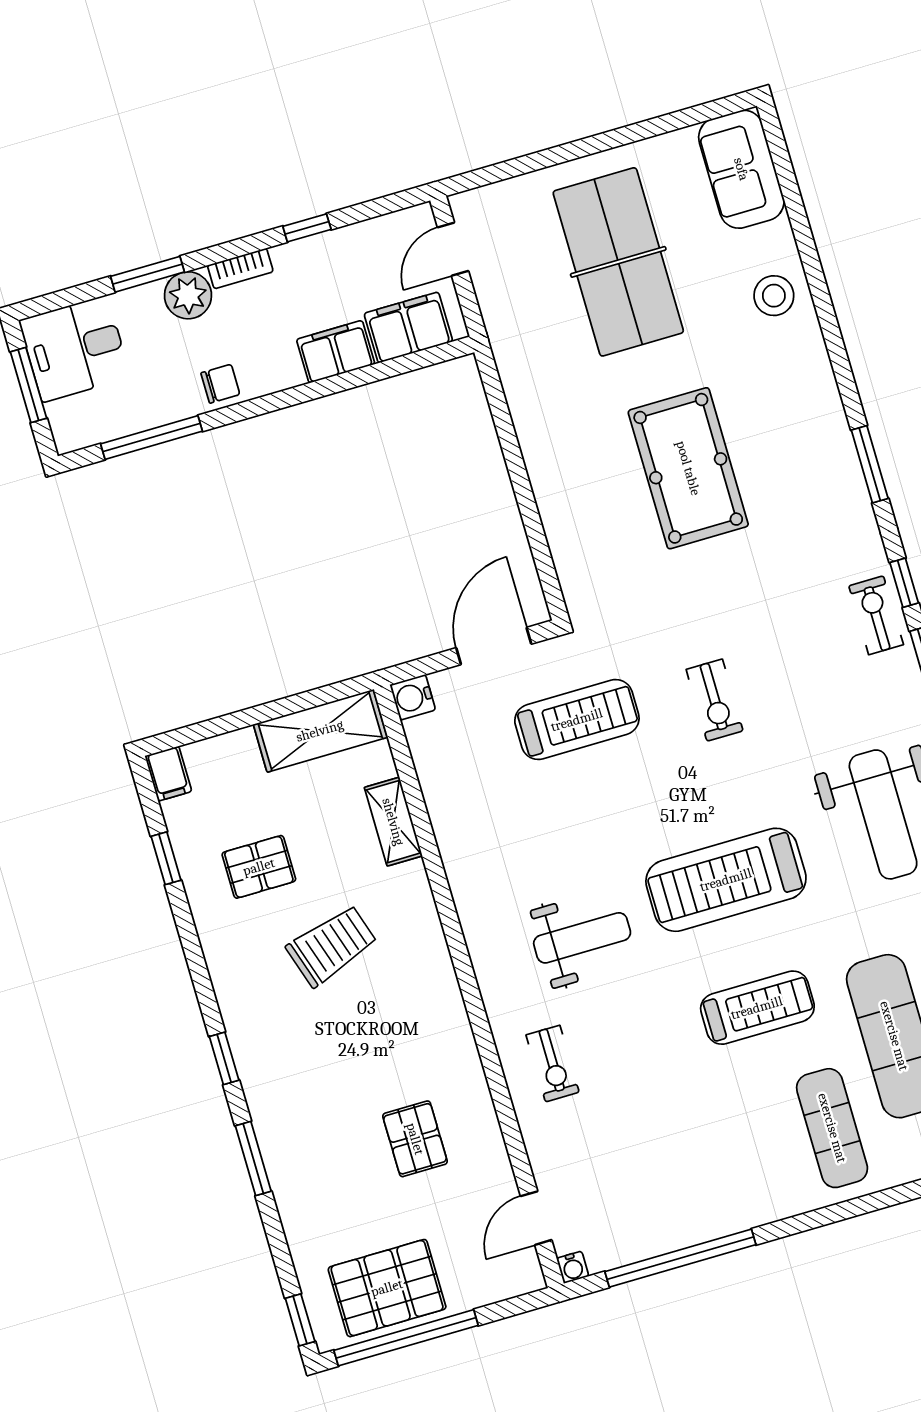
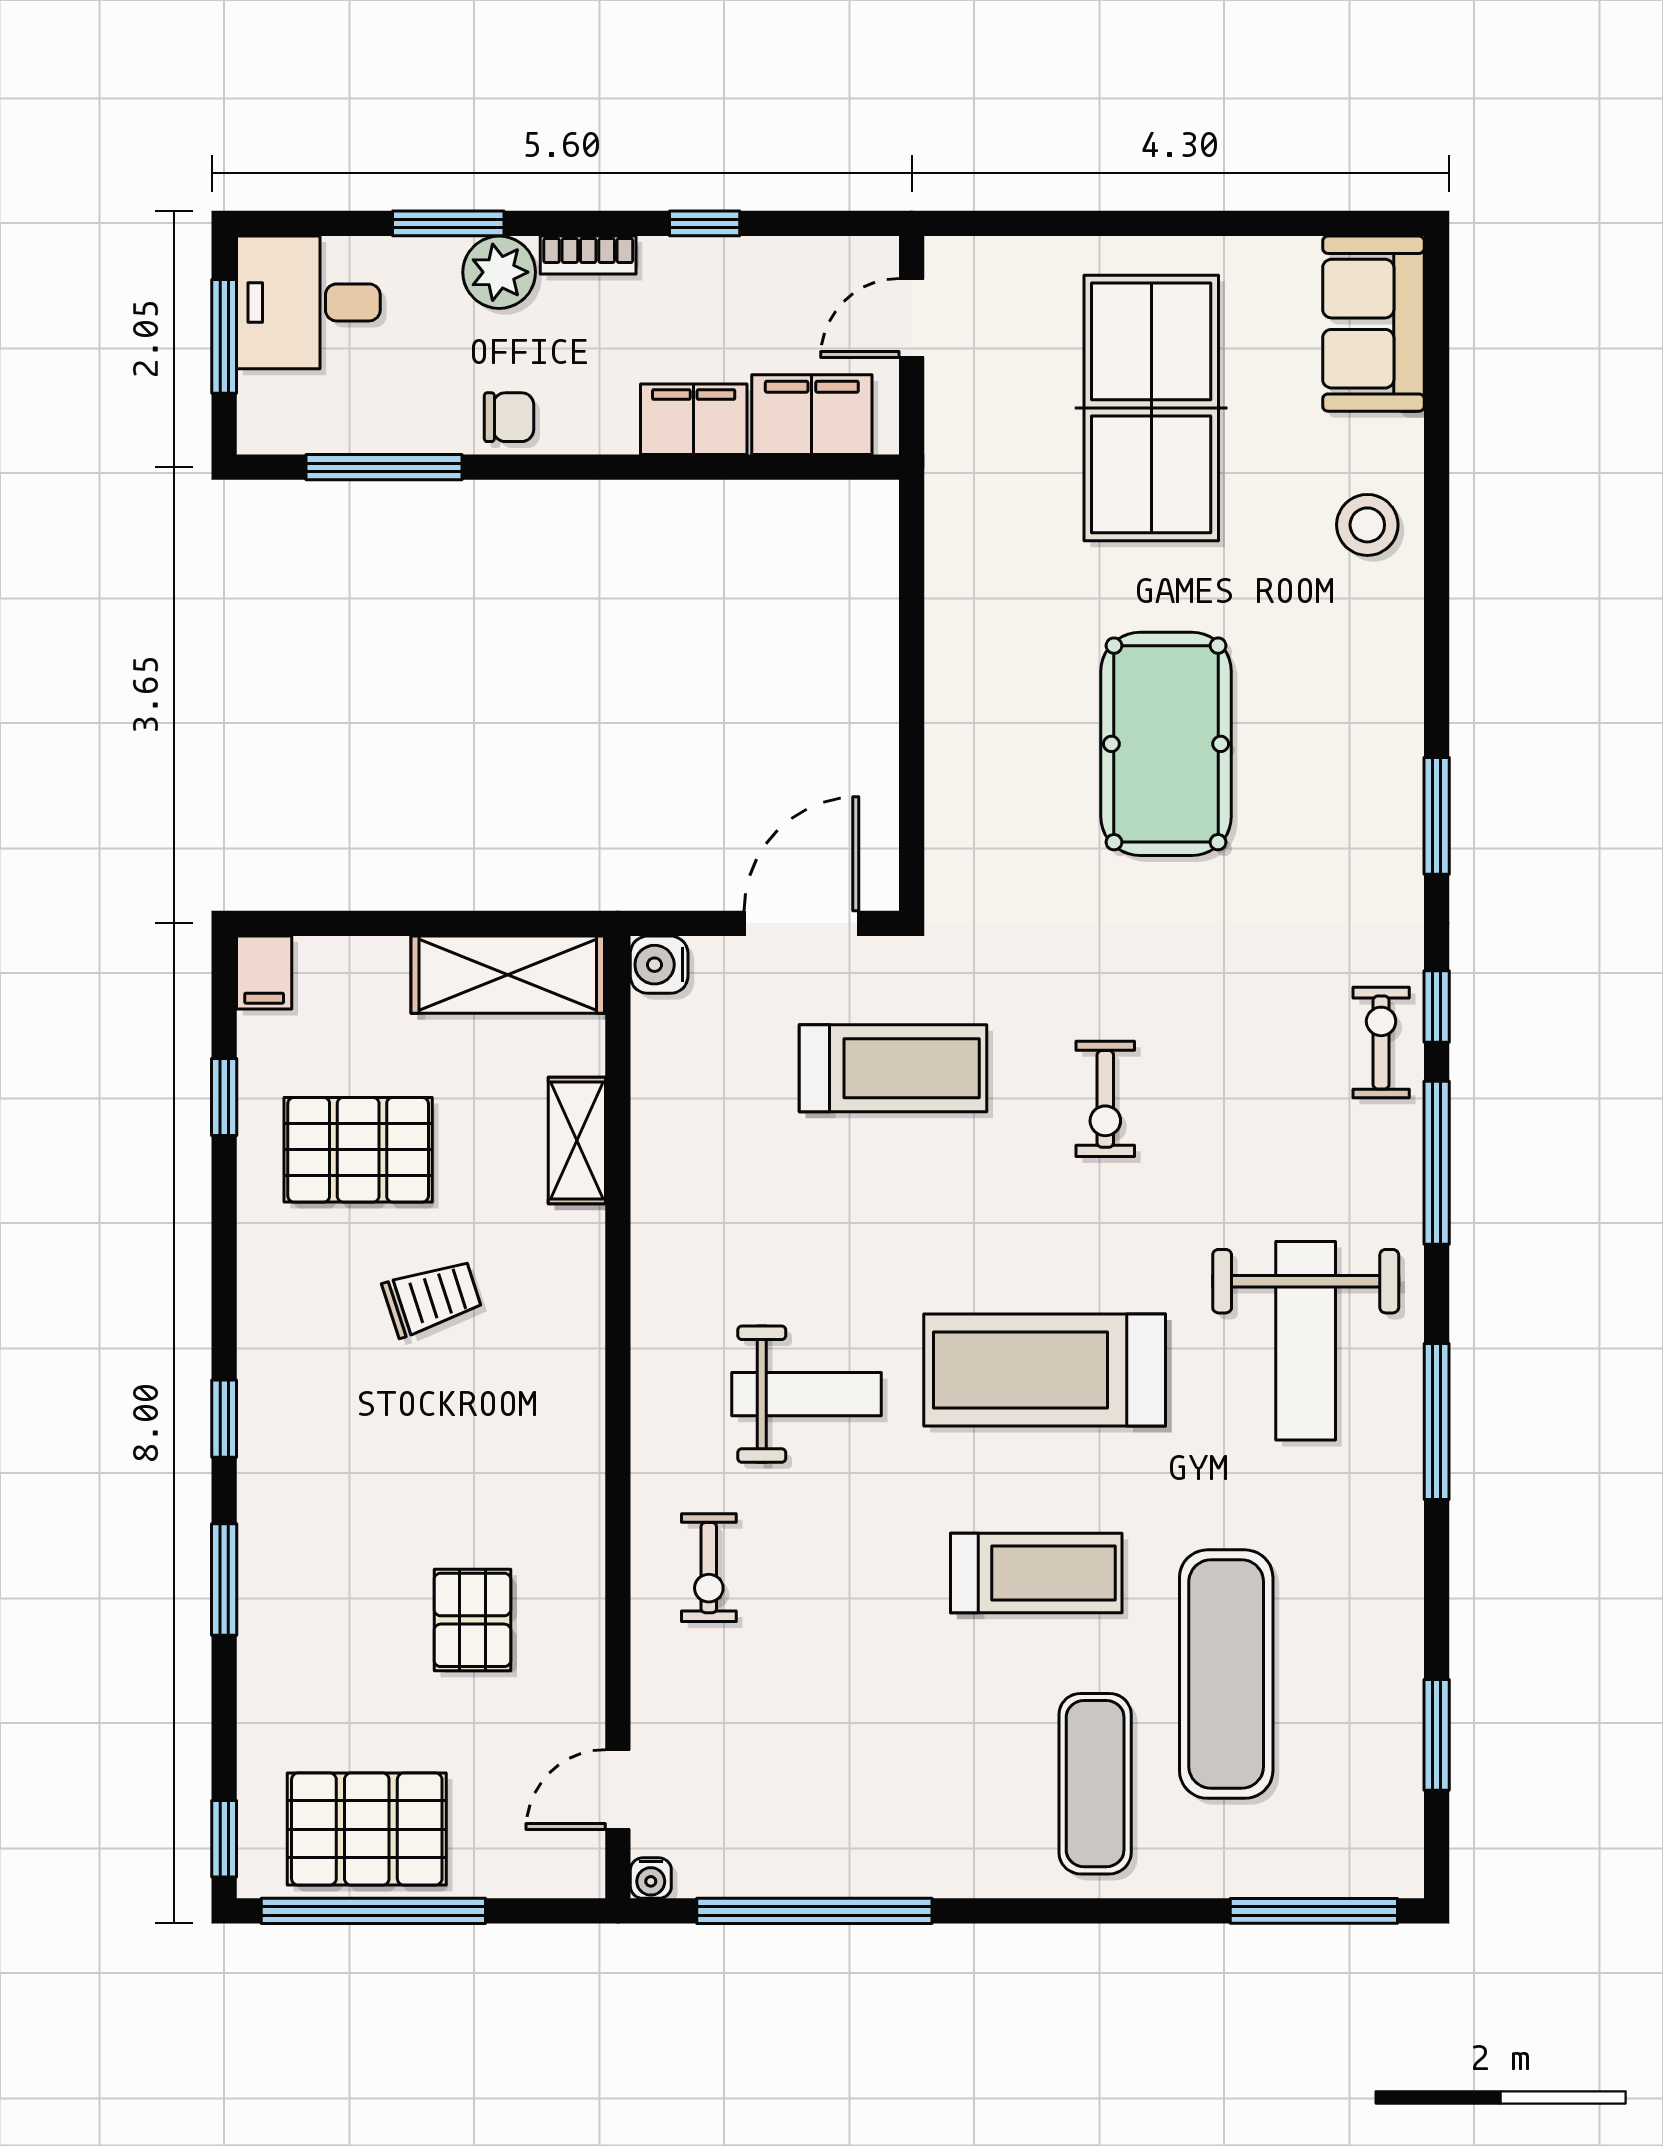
pallet: (259, 867) -> (358, 1150), width x1.50, depth x1.42
trolley: (332, 946) -> (432, 1298), width x0.73, depth x0.72

